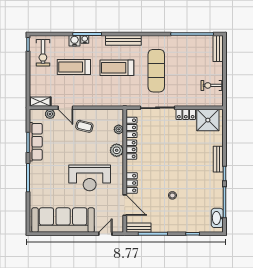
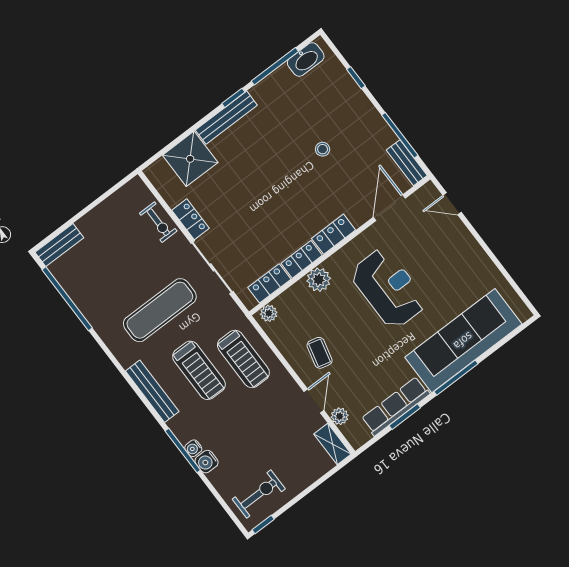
treadmill: (74, 67) -> (243, 359), moved
exercise bike: (211, 85) -> (158, 222), moved
shower: (208, 120) -> (190, 159), moved
plant: (119, 129) -> (269, 313), moved
bench: (218, 159) -> (226, 118), width x1.36
locker: (132, 183) -> (334, 234), moved
sofa: (63, 220) -> (463, 341), moved, turned 90

